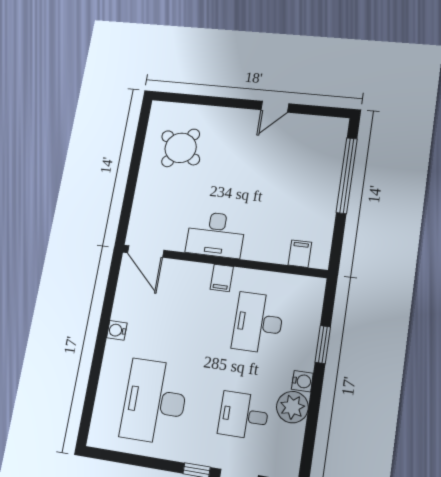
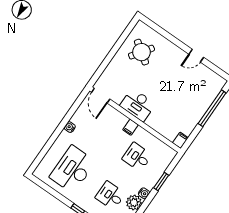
filing cabinet: (300, 254) -> (180, 140), moved
desk: (258, 323) -> (137, 157), width x0.73

